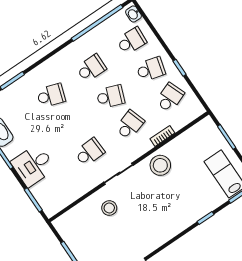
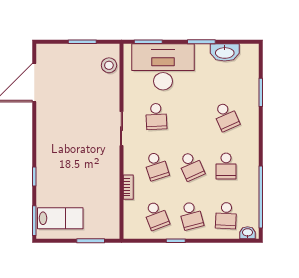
school desk: (151, 69) -> (191, 216), turned -30
school desk: (51, 96) -> (226, 116), turned -42
school desk: (110, 97) -> (191, 166), turned -45
desk: (33, 165) -> (163, 67), width x1.87, depth x1.30
stool: (160, 165) -> (105, 169), removed
stool: (109, 208) -> (109, 65), moved

